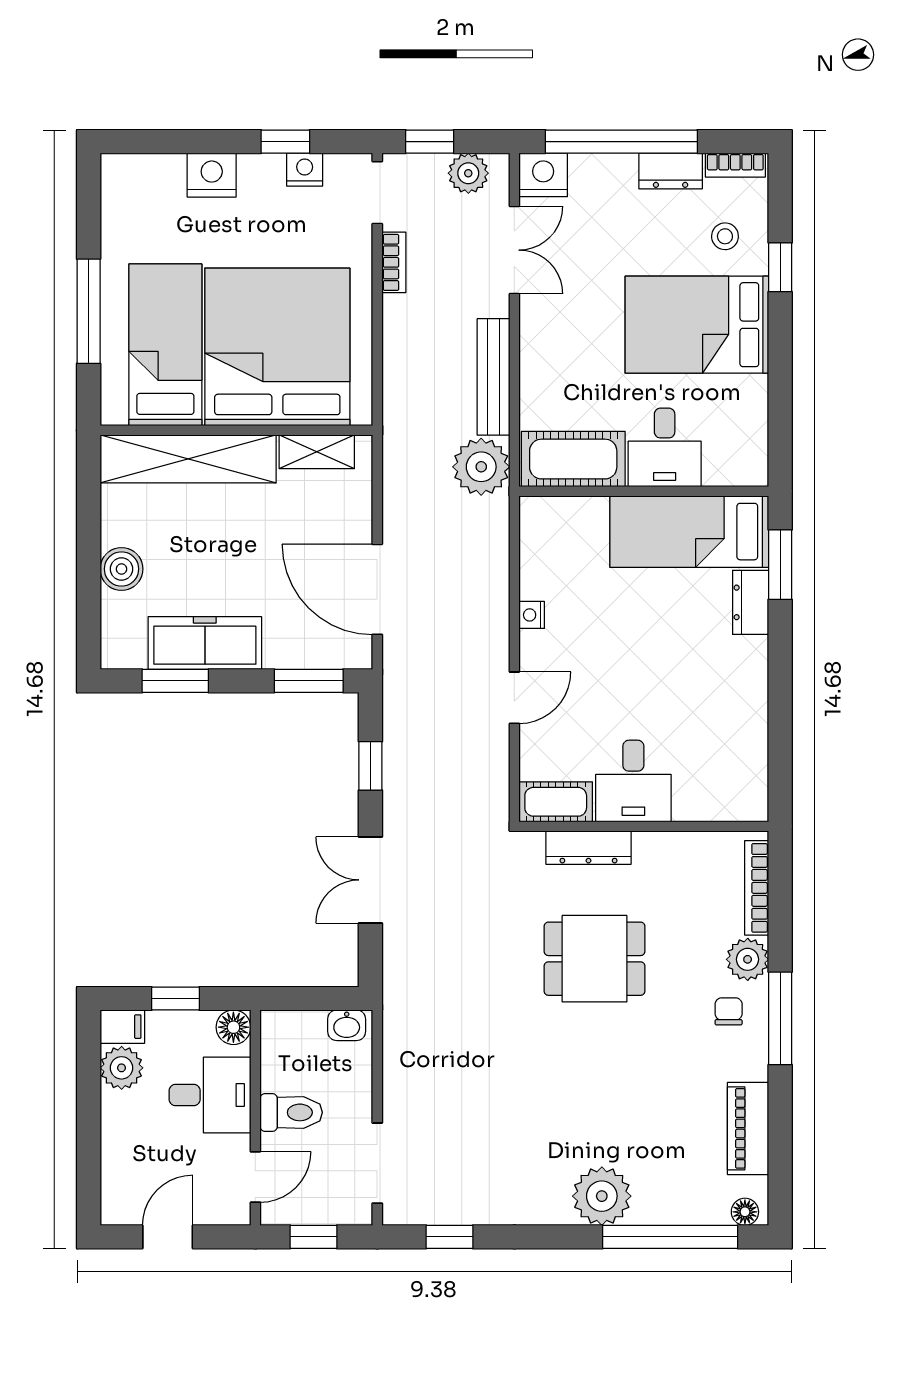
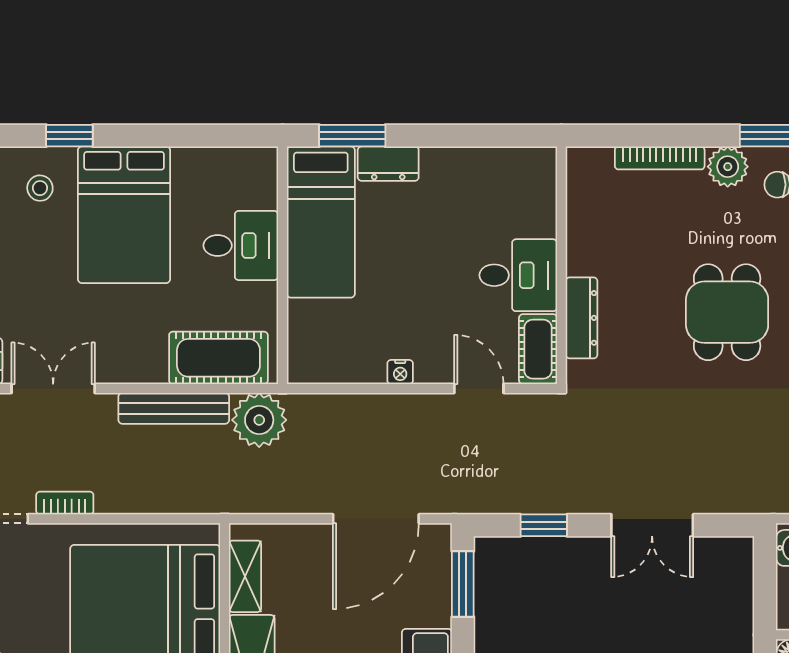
cot: (573, 459) -> (218, 358), moved, turned 90
desk: (633, 781) -> (518, 275), moved
cot: (556, 802) -> (538, 349), moved
wall: (644, 826) -> (561, 265), moved
dresser: (589, 848) -> (582, 318), moved

